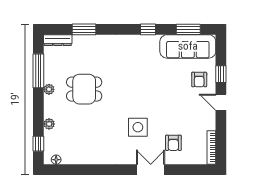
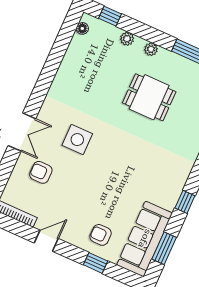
plant: (49, 89) -> (151, 49), moved
dining table: (84, 89) -> (149, 97), turned 90
door: (221, 102) -> (46, 241), moved

